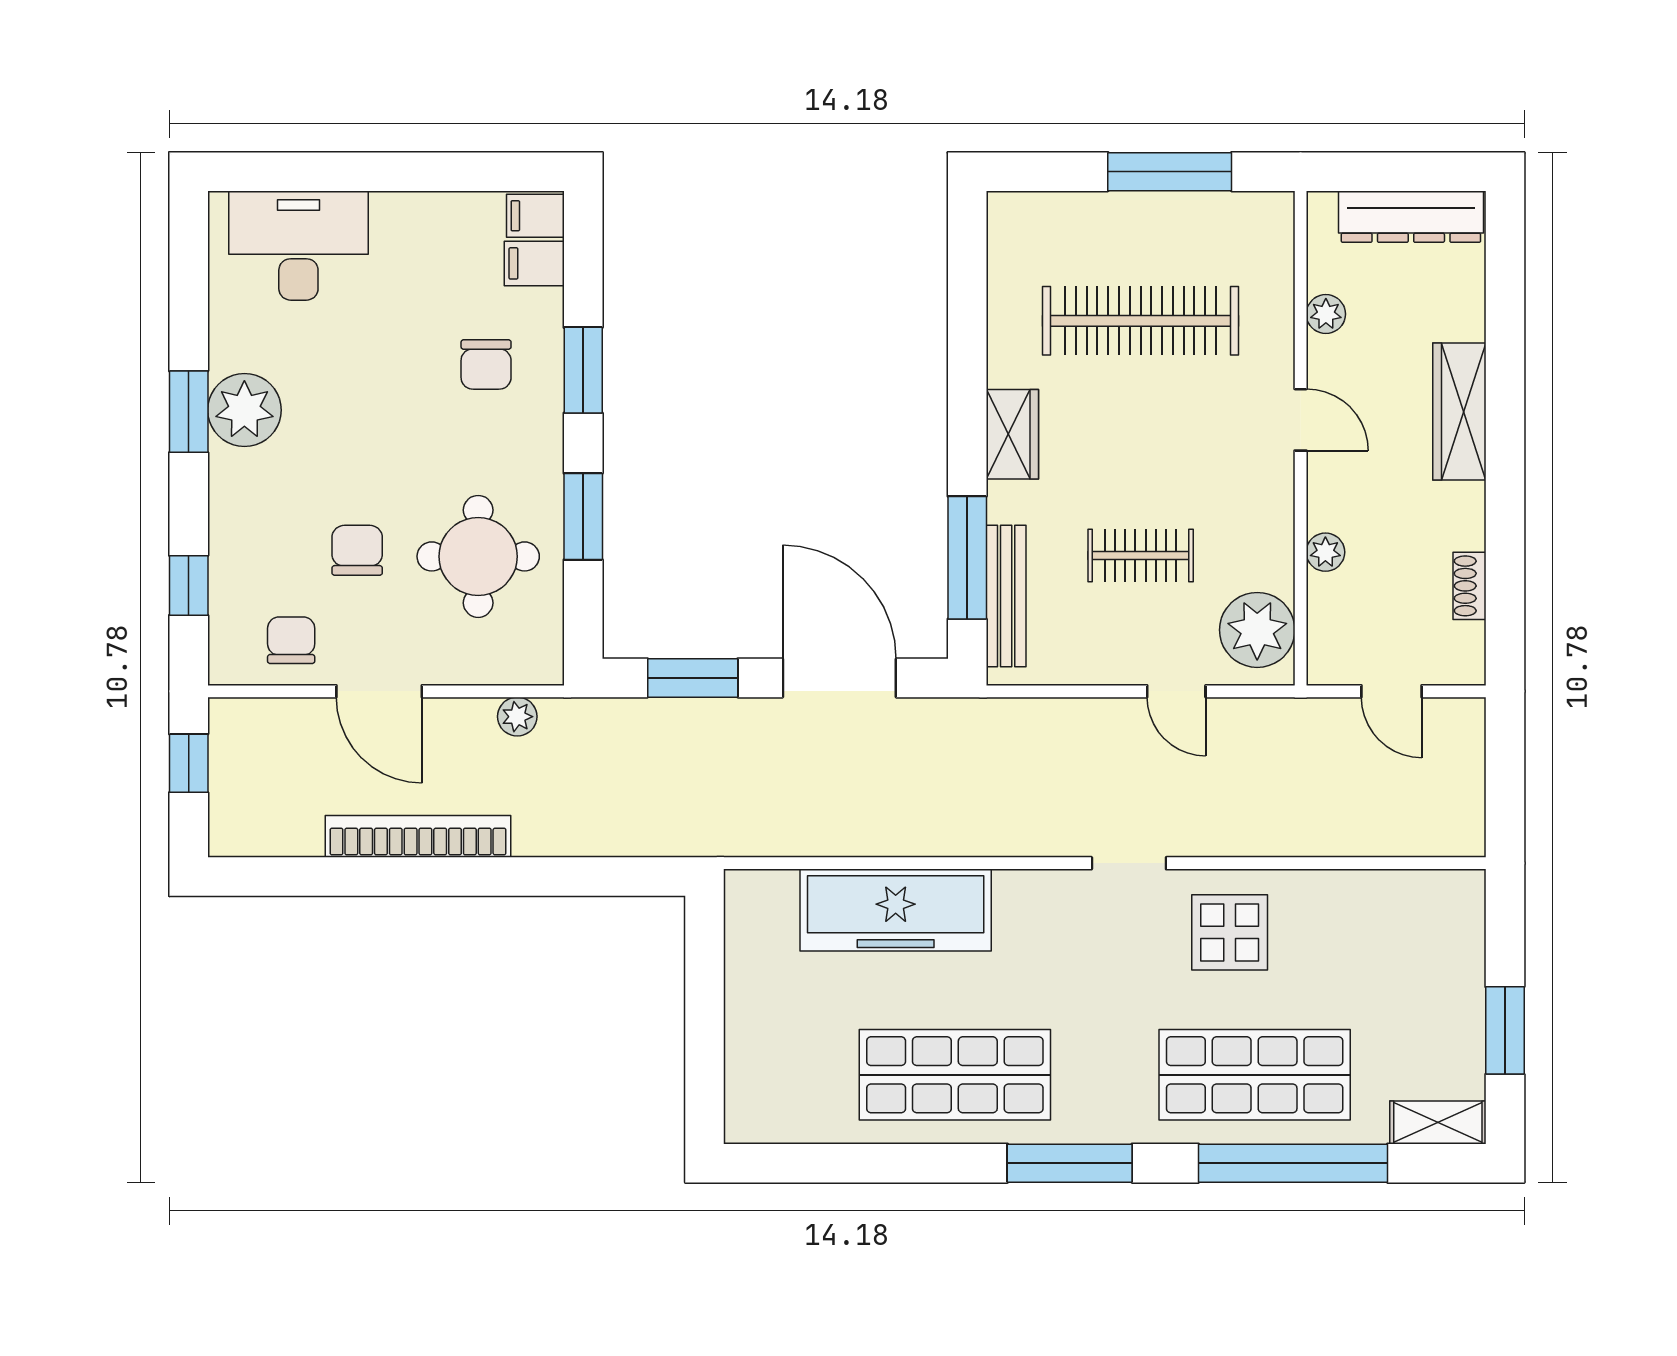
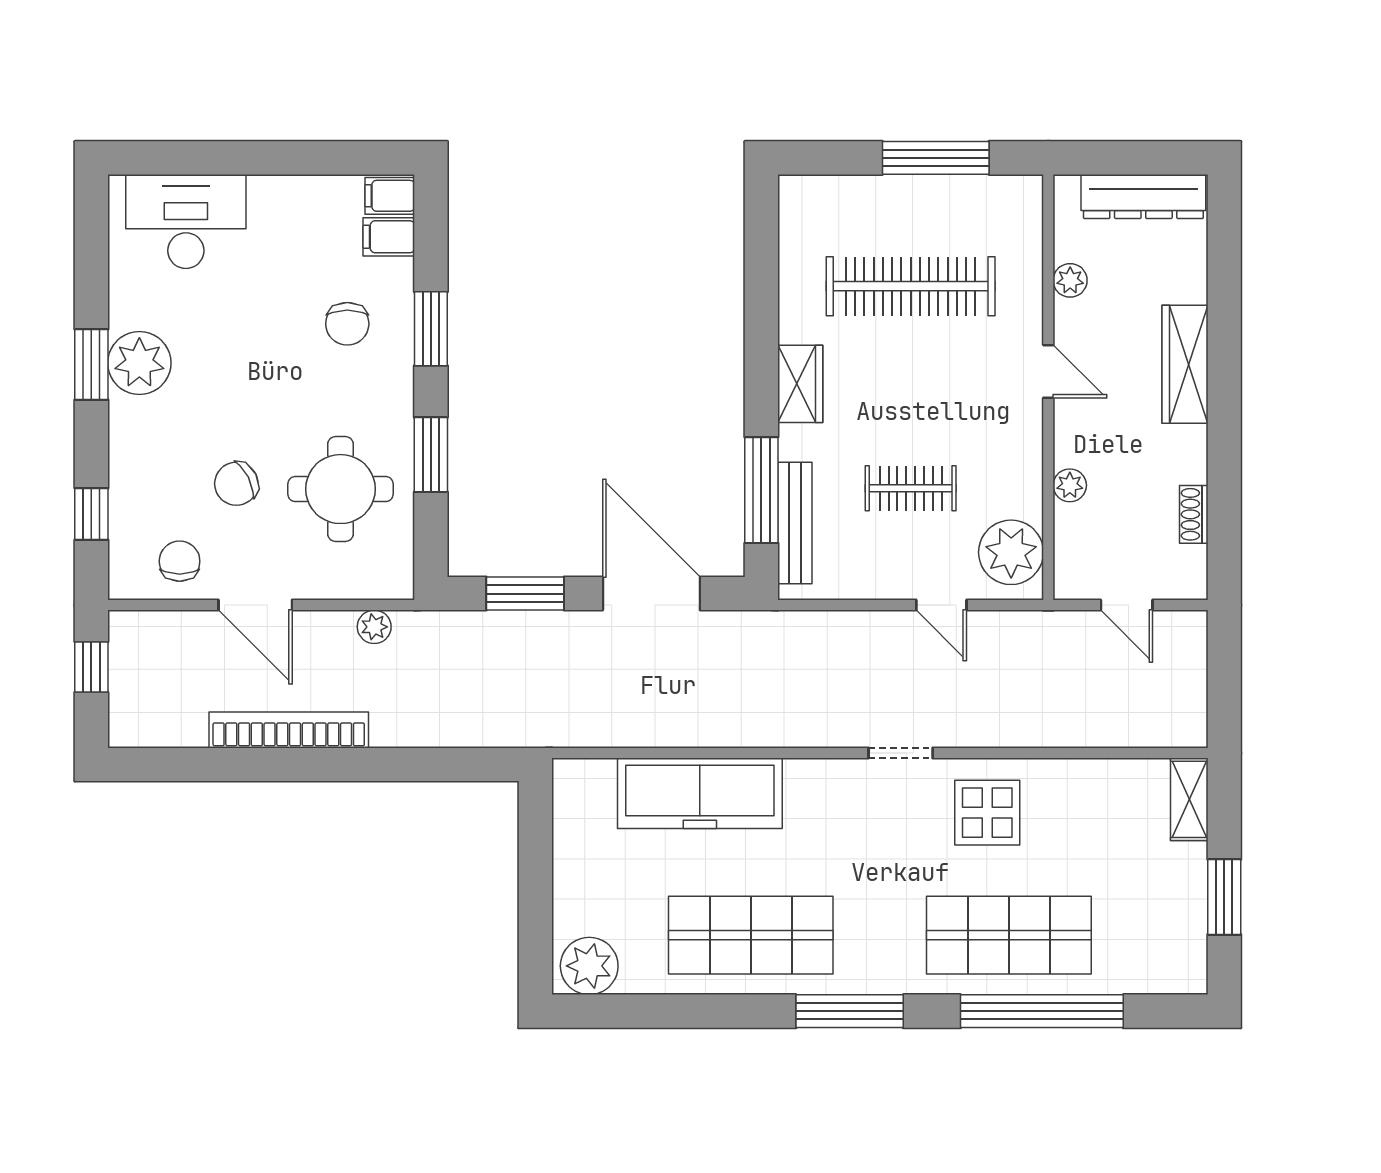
chair: (357, 550) -> (236, 484), turned -117
plant: (767, 1111) -> (589, 966), added
shelving: (1438, 1122) -> (1189, 799), moved, turned 90

